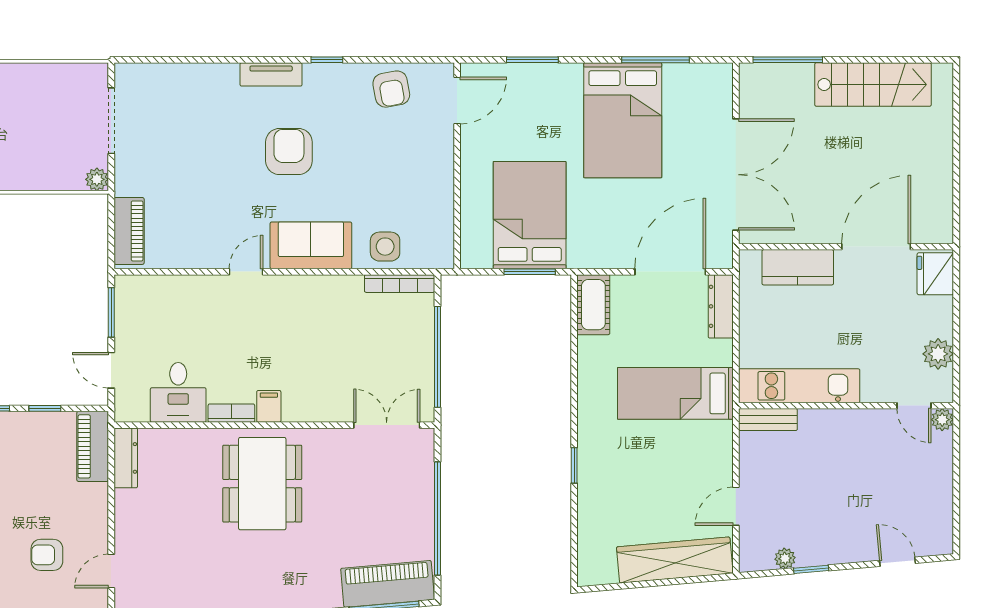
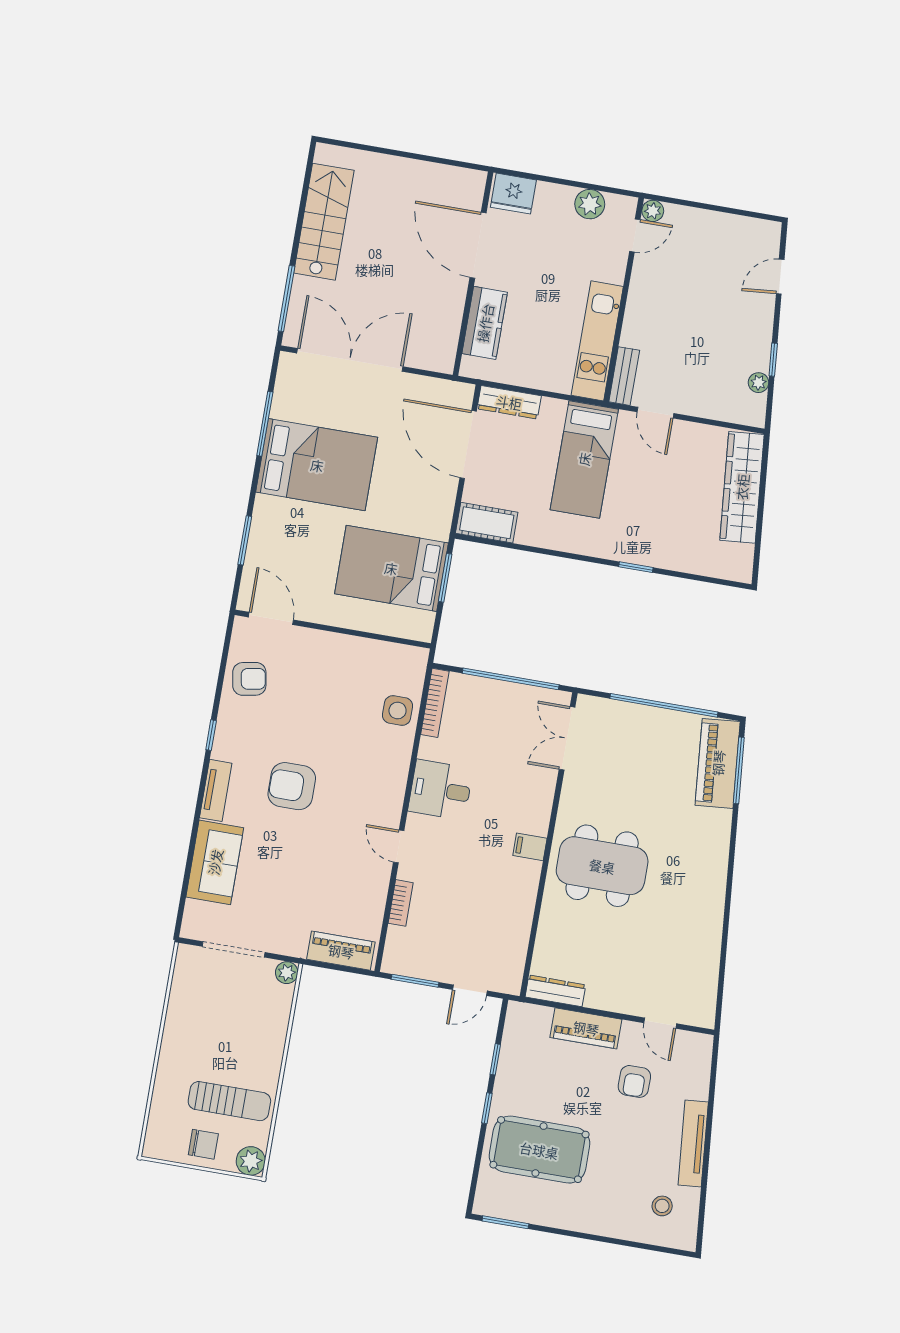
double door: (736, 175) -> (350, 360), moved
sofa: (311, 245) -> (215, 862), moved, turned 180
desk: (178, 392) -> (440, 790), moved, turned 180
bookcase: (231, 413) -> (401, 903), moved, turned 180
piano: (93, 446) -> (586, 1028), moved
door: (736, 506) -> (655, 413), moved

